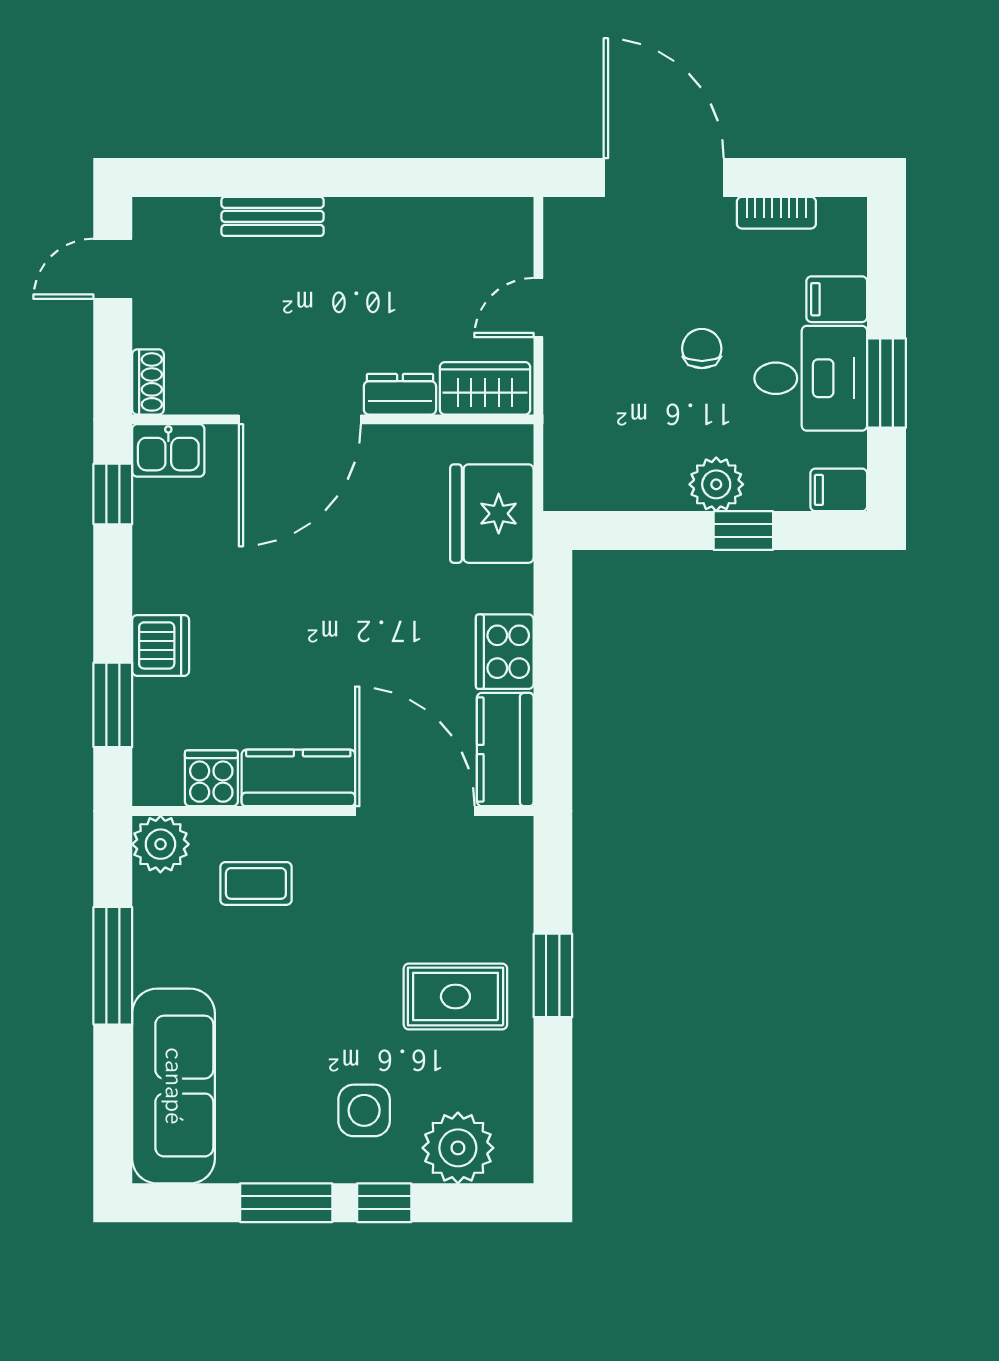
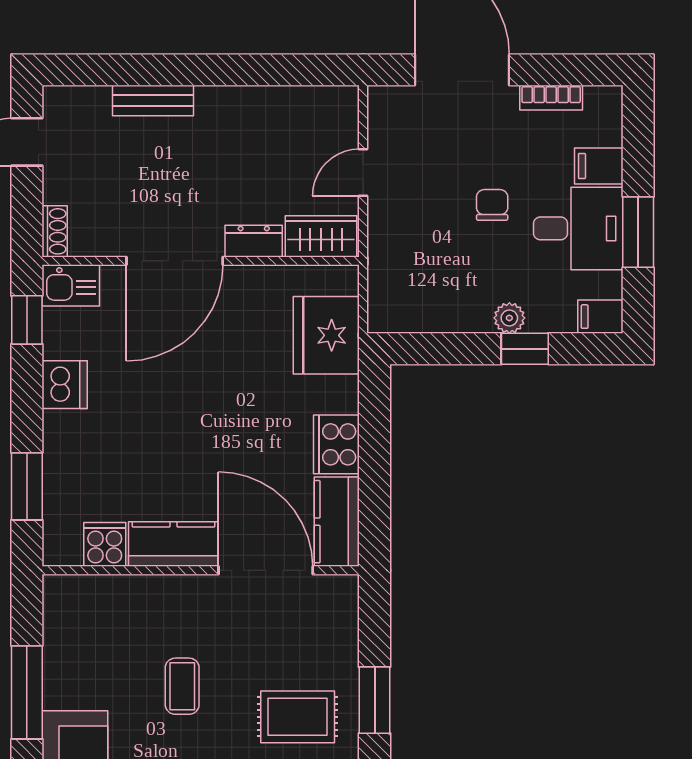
plant: (716, 484) -> (509, 318), width x0.73, depth x0.73
dishwasher: (161, 645) -> (65, 385), moved
plant: (160, 844) -> (65, 596), removed
coffee table: (256, 883) -> (182, 686), moved, turned 90

